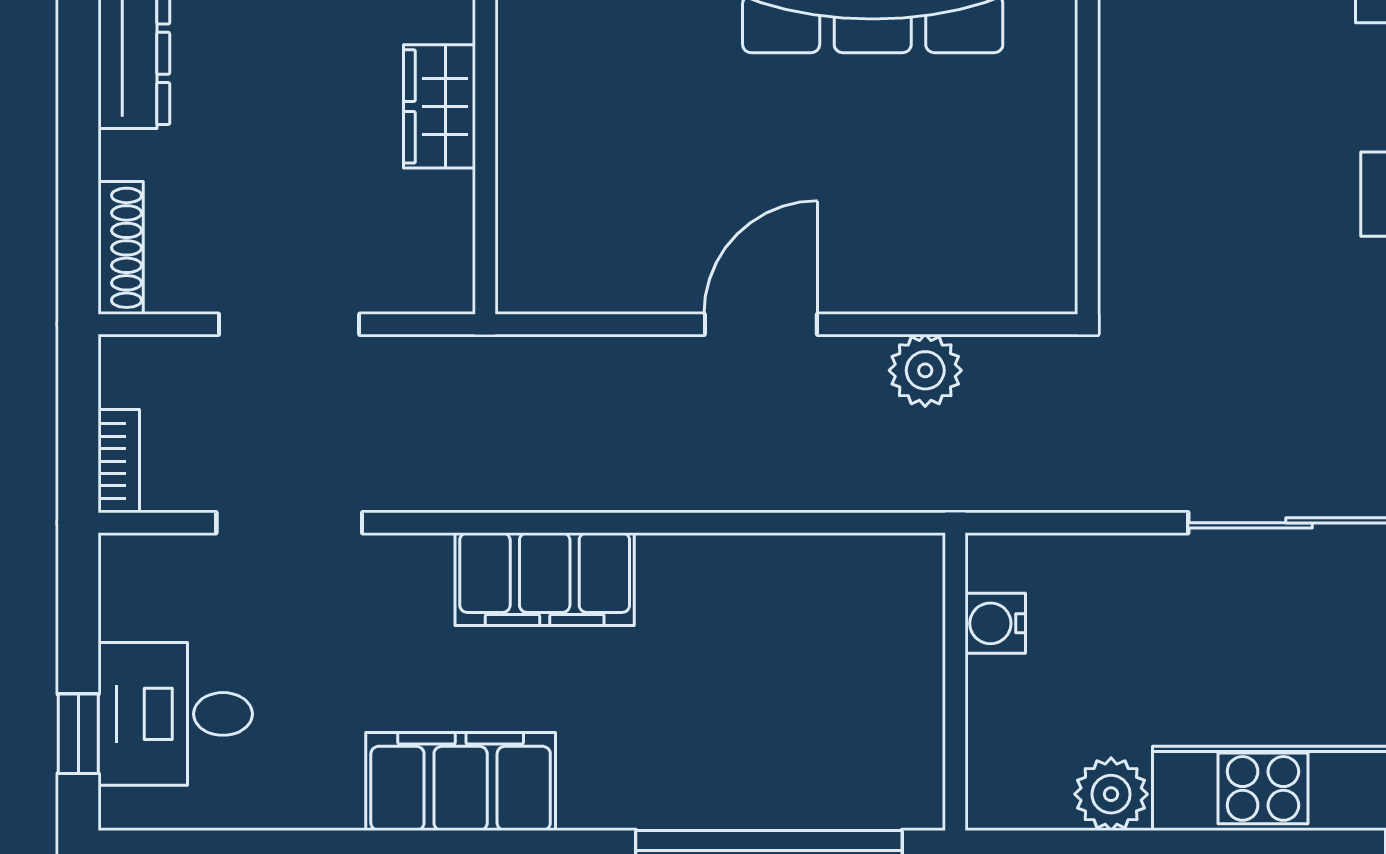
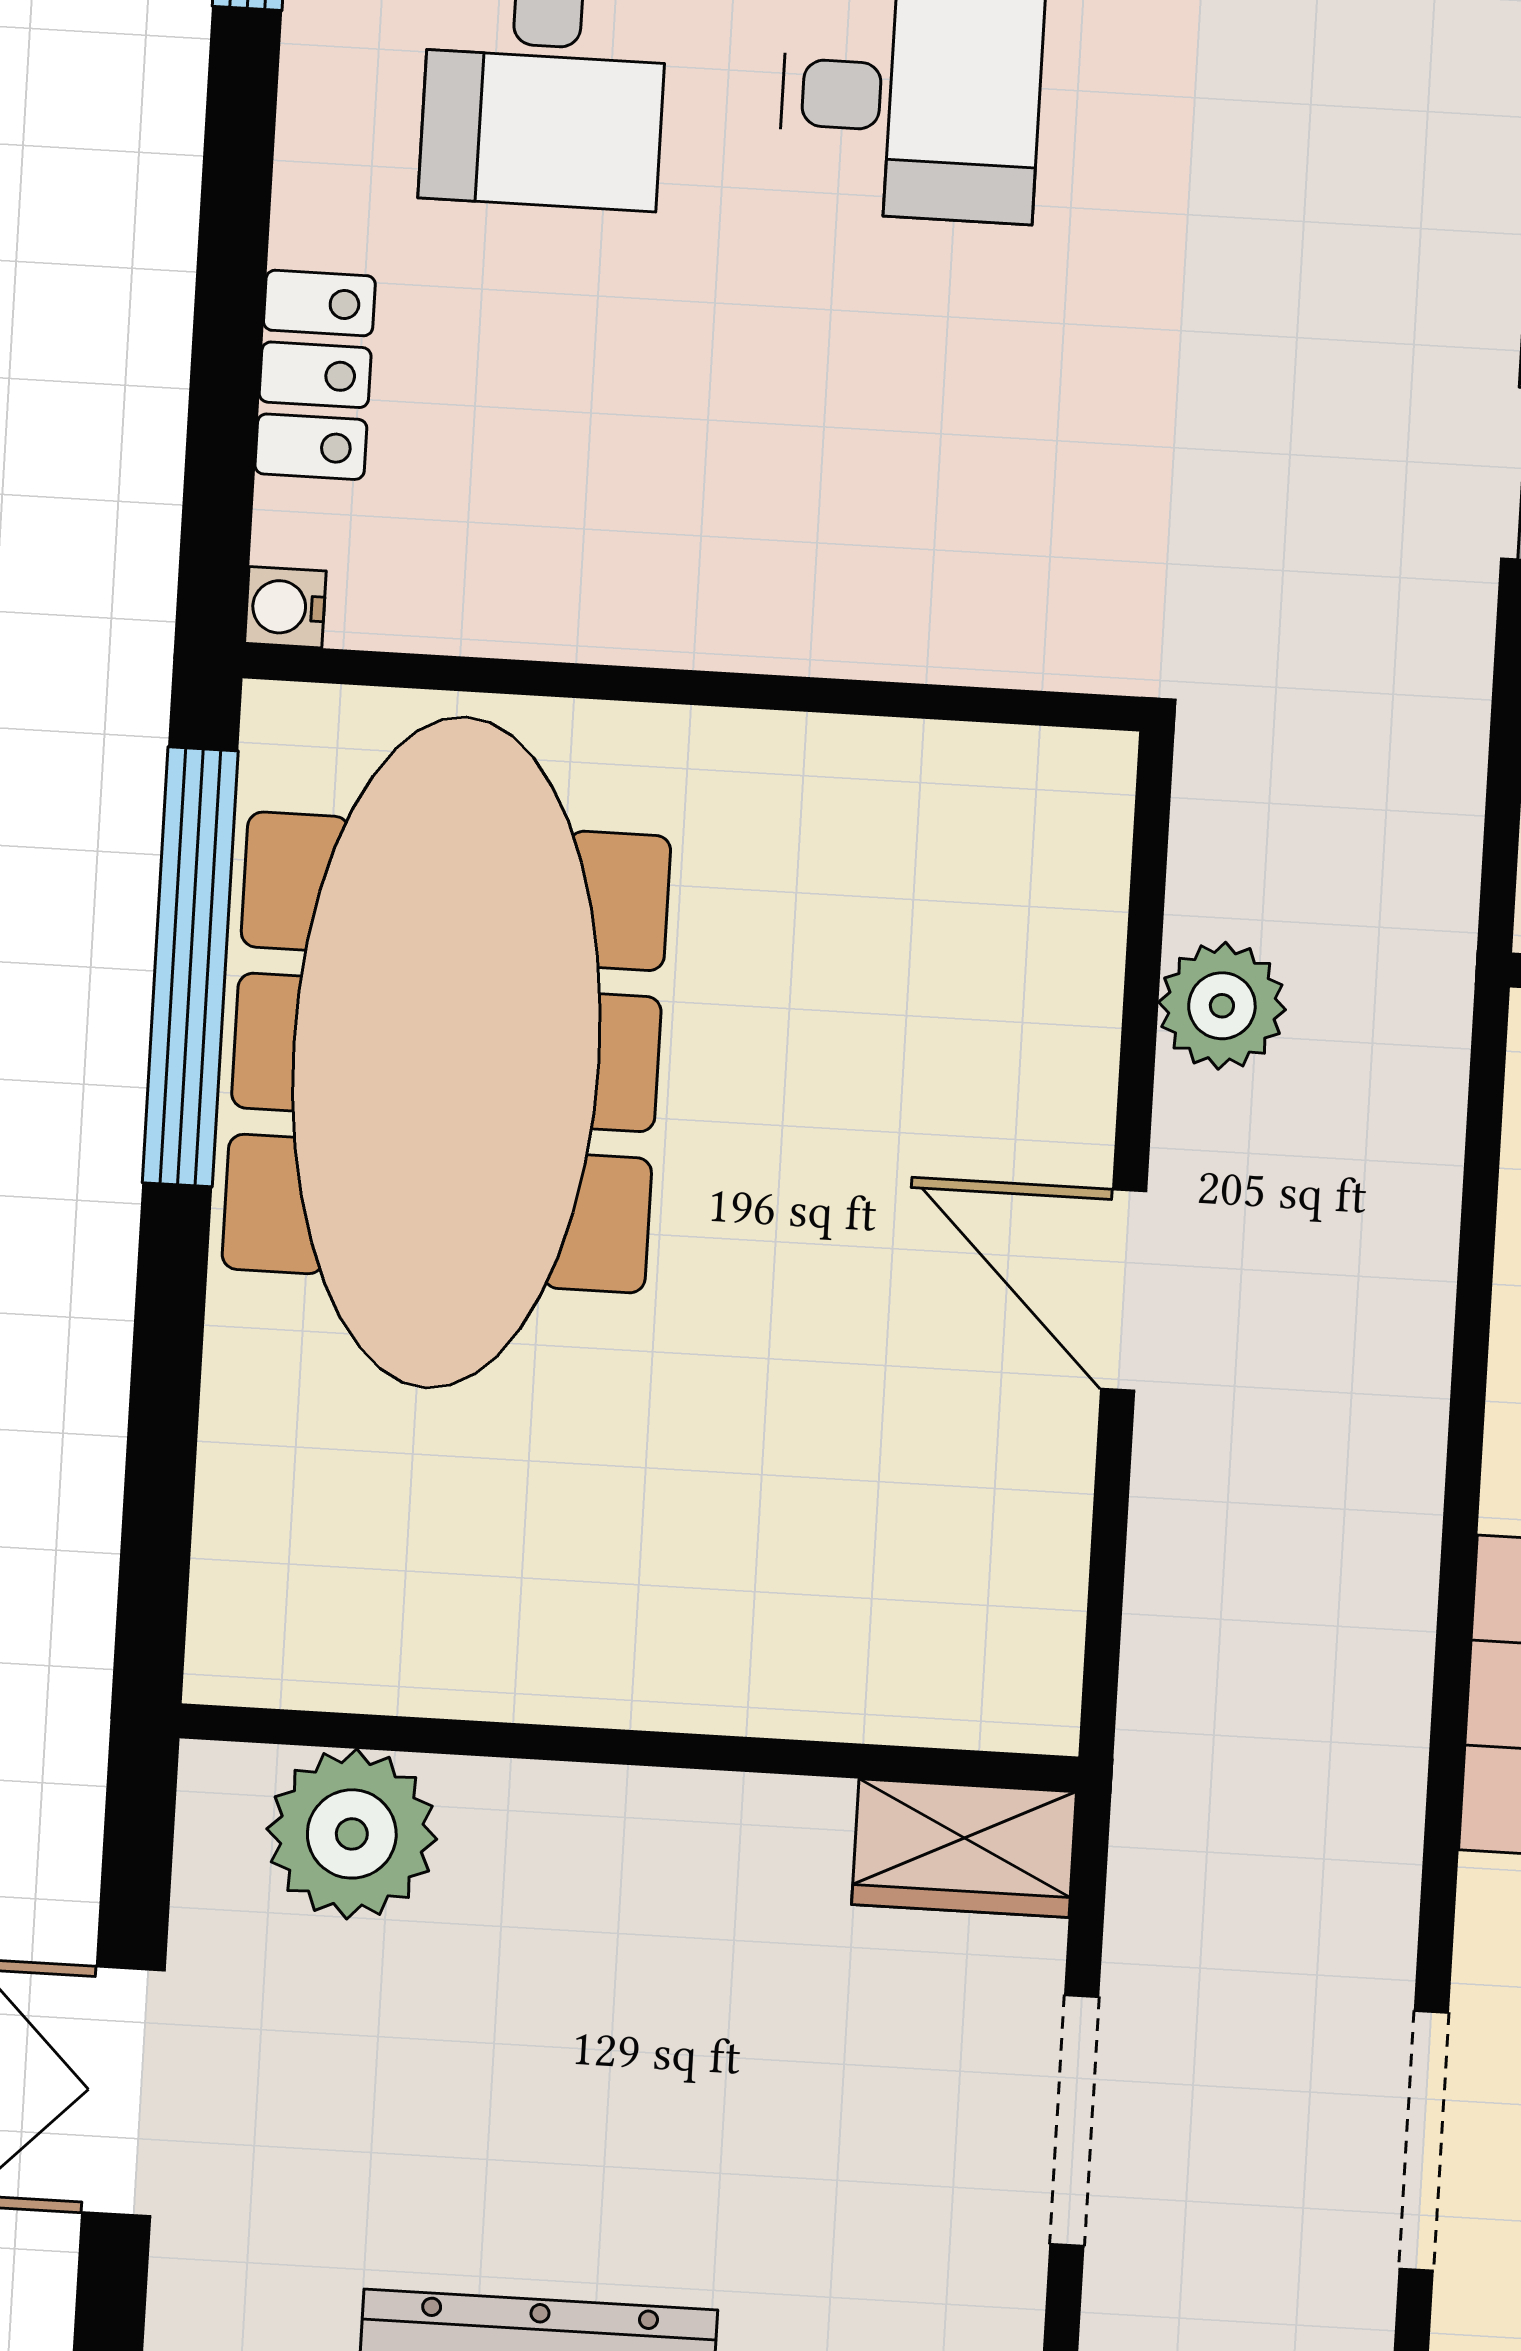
wardrobe: (440, 106) -> (964, 1848), moved

